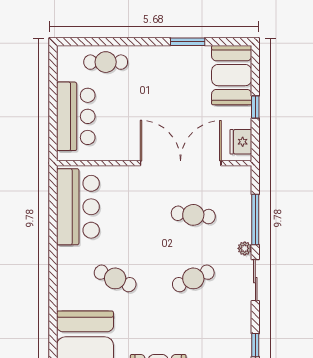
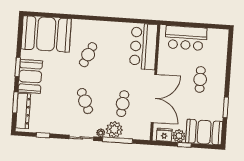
cafe table: (106, 62) -> (200, 79), moved
plant: (241, 117) -> (179, 136), added
bar counter: (78, 207) -> (143, 46), moved, turned 90
plant: (238, 226) -> (114, 130), added

